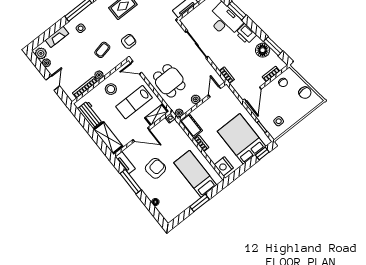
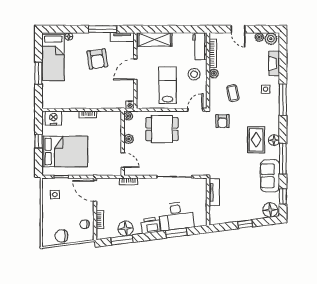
workbench: (90, 115) -> (200, 46), moved, turned 90
shelving: (156, 115) -> (142, 96), removed
cot: (191, 126) -> (110, 117), removed
window: (262, 154) -> (38, 141), moved
bed: (195, 174) -> (53, 57), moved, turned 90

